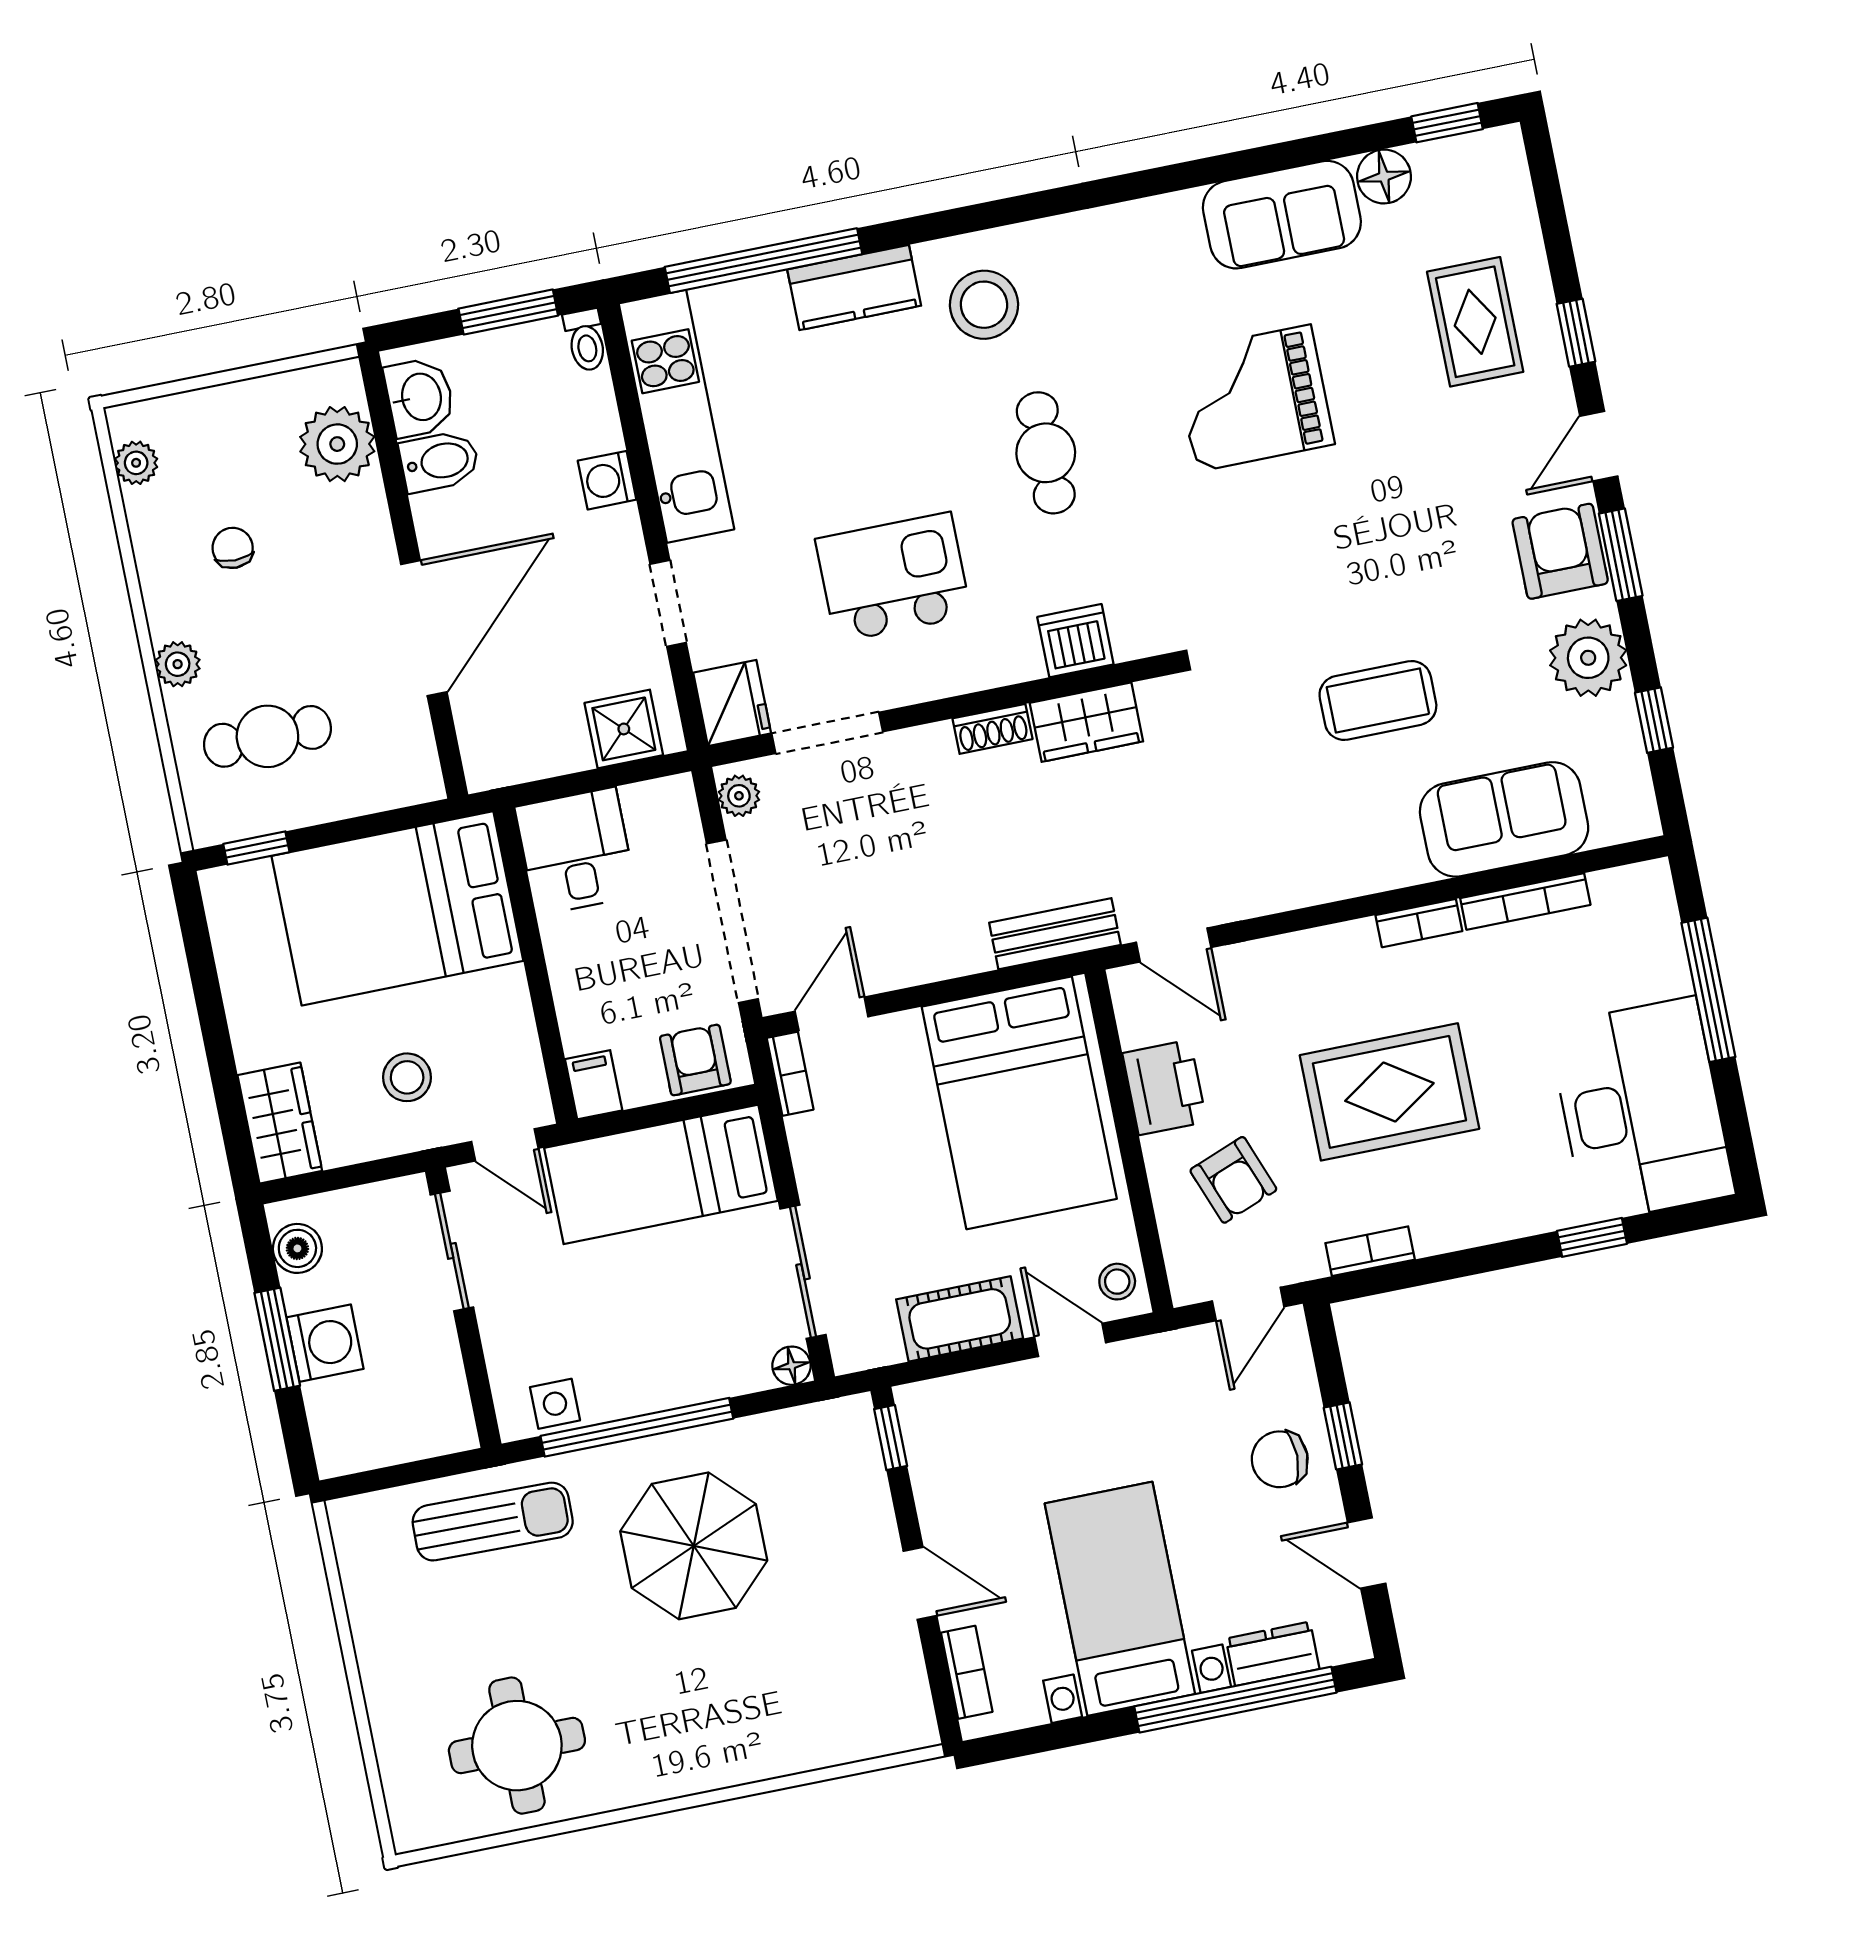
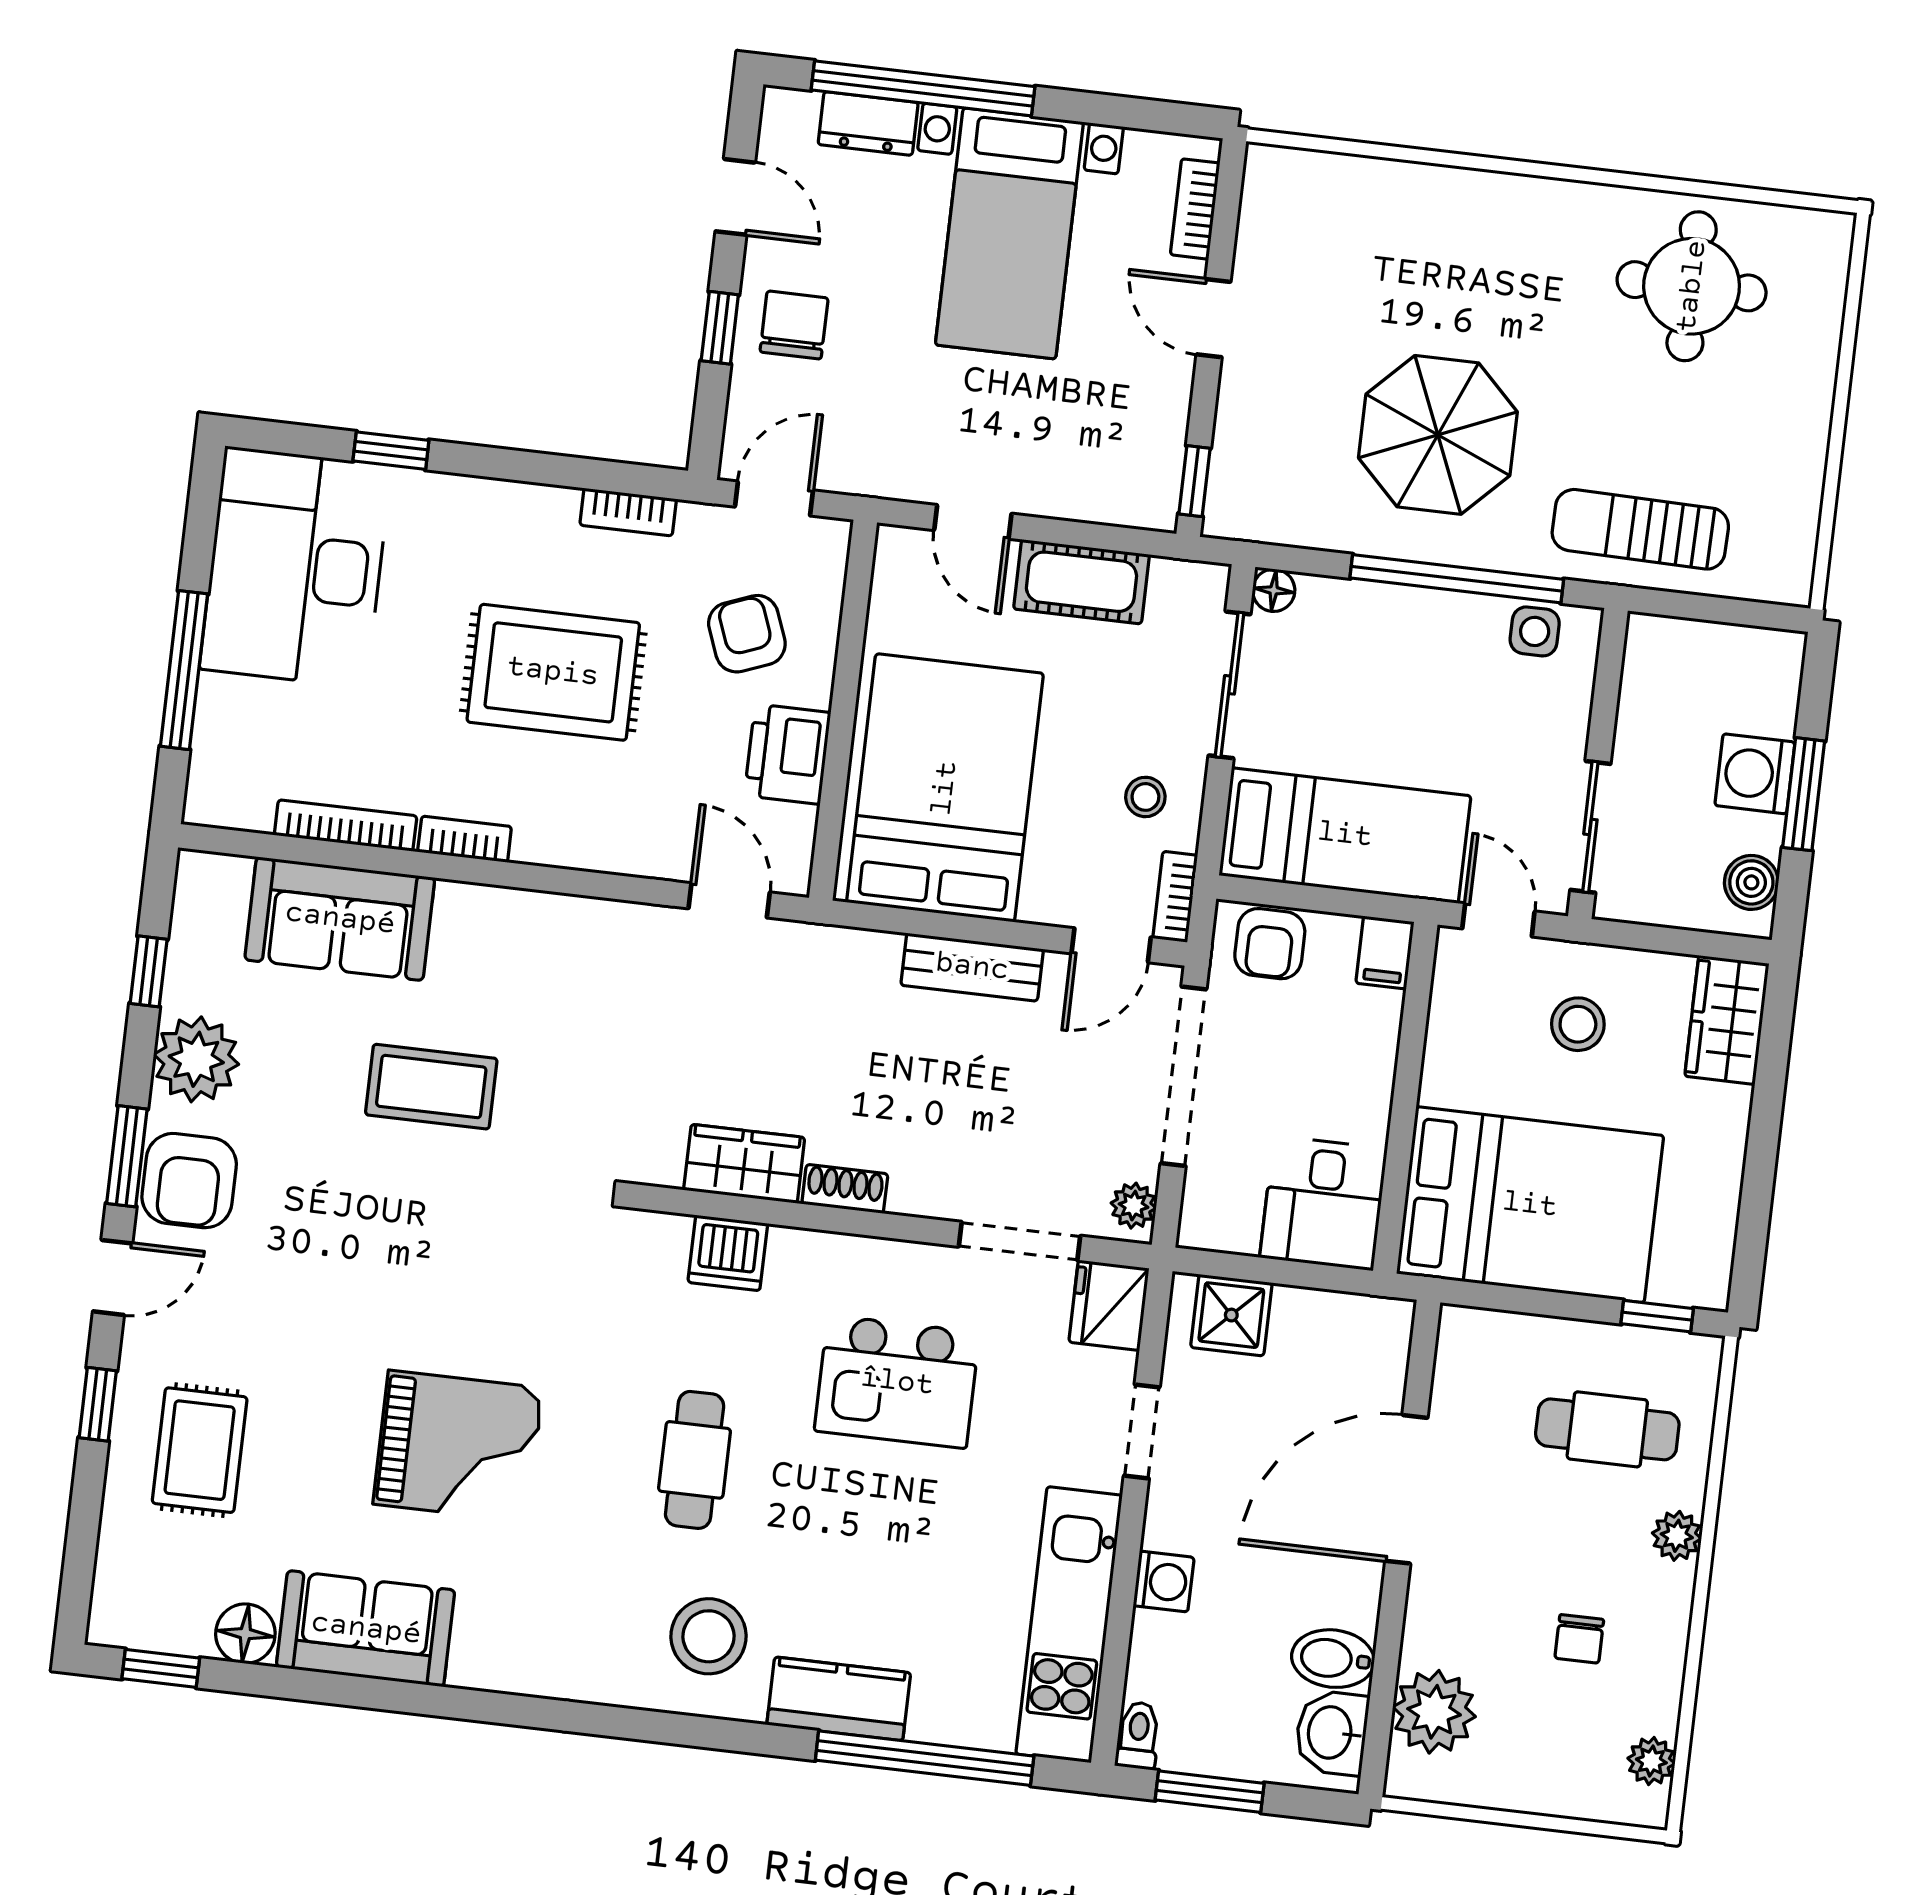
bench: (1055, 934) -> (972, 967), moved
stool: (1117, 1282) -> (1145, 797), moved
chair: (1280, 1459) -> (794, 325), turned -90

